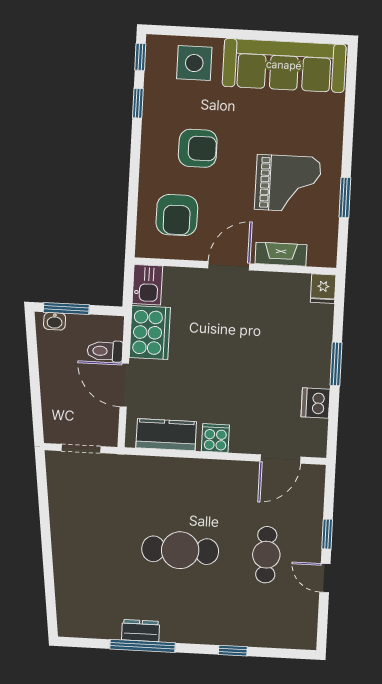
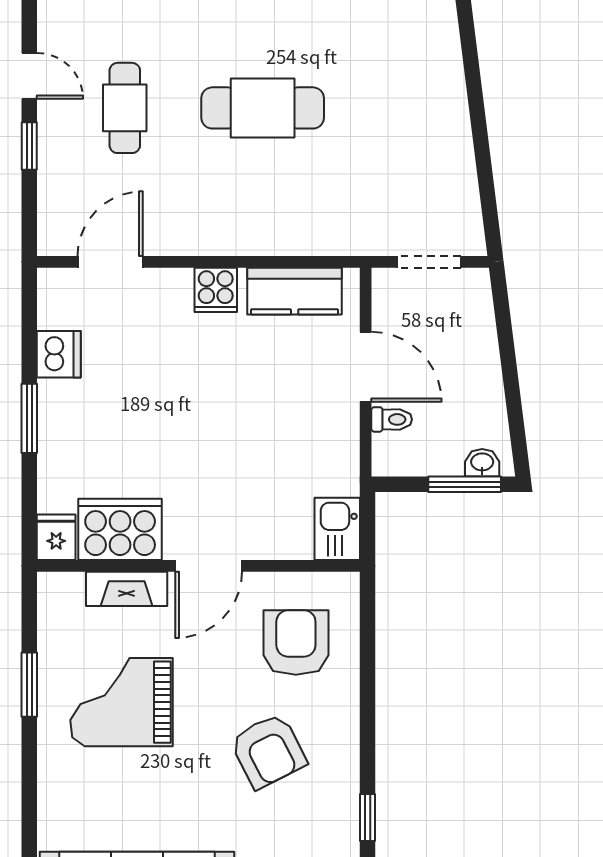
armchair: (198, 148) -> (268, 751), turned -117
cooker: (150, 333) -> (120, 529), moved, turned 90
toilet: (105, 351) -> (392, 419), width x0.73, depth x0.72

